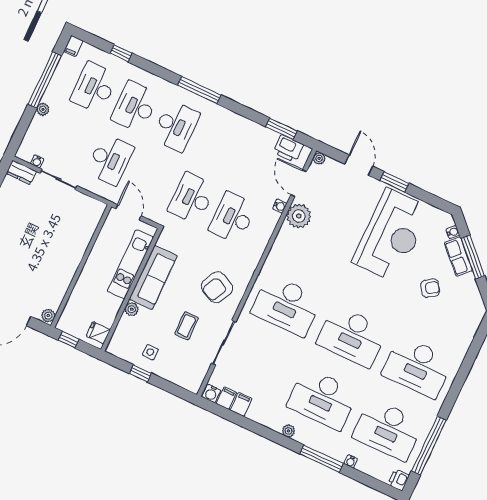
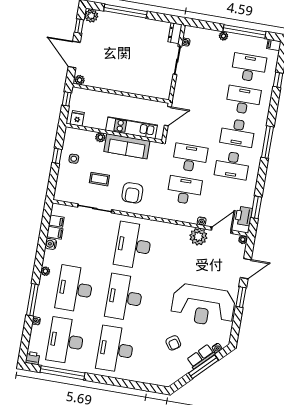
desk: (110, 160) -> (232, 165), moved
armchair: (217, 287) -> (132, 193), turned -117
water cooler: (211, 394) -> (51, 244), moved

